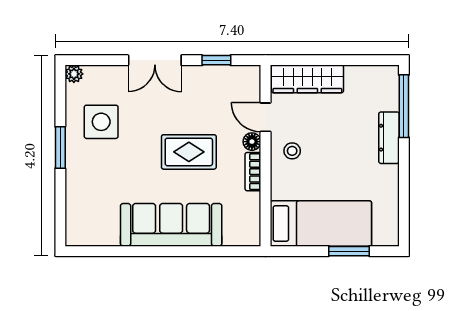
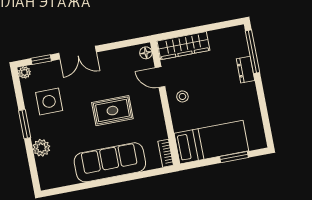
window: (216, 60) -> (41, 60), moved
dresser: (389, 138) -> (245, 70), width x0.70
floor lamp: (252, 142) -> (146, 53), moved
bookcase: (253, 172) -> (166, 153), moved
plant: (78, 186) -> (41, 148), added

